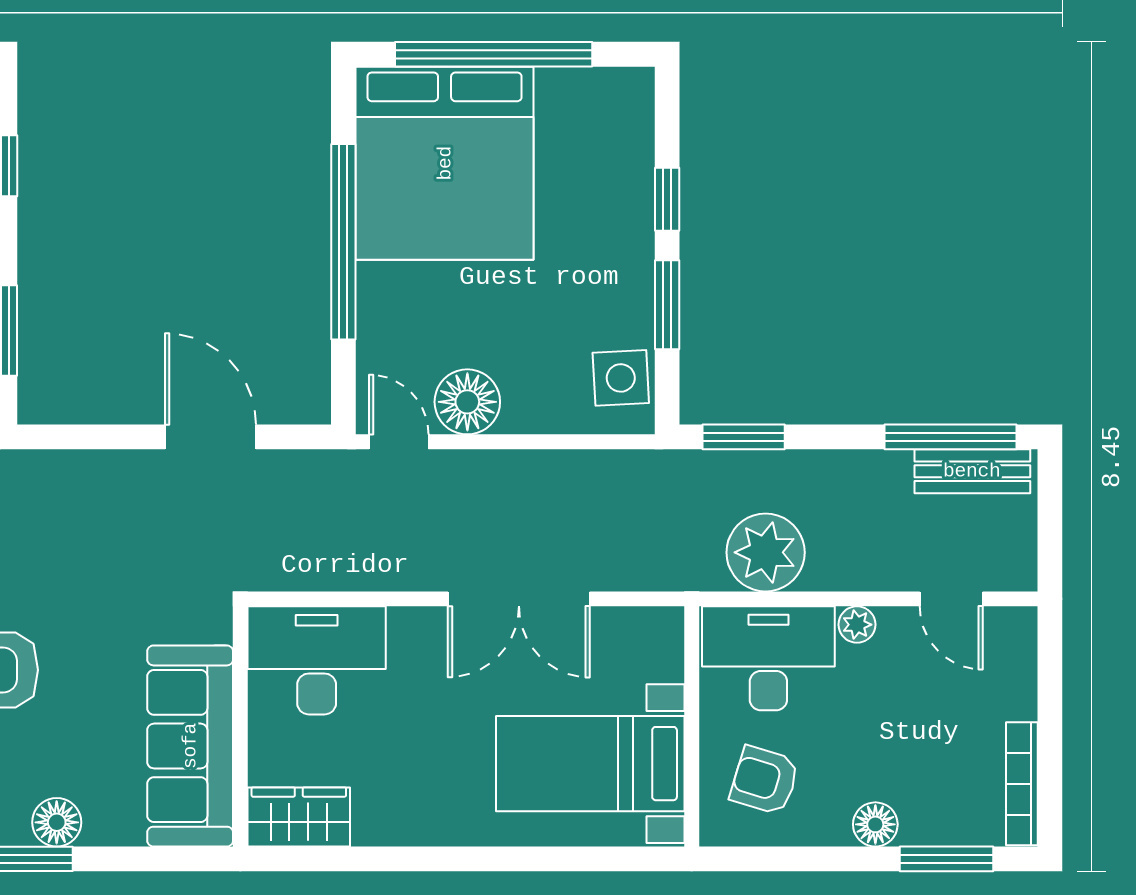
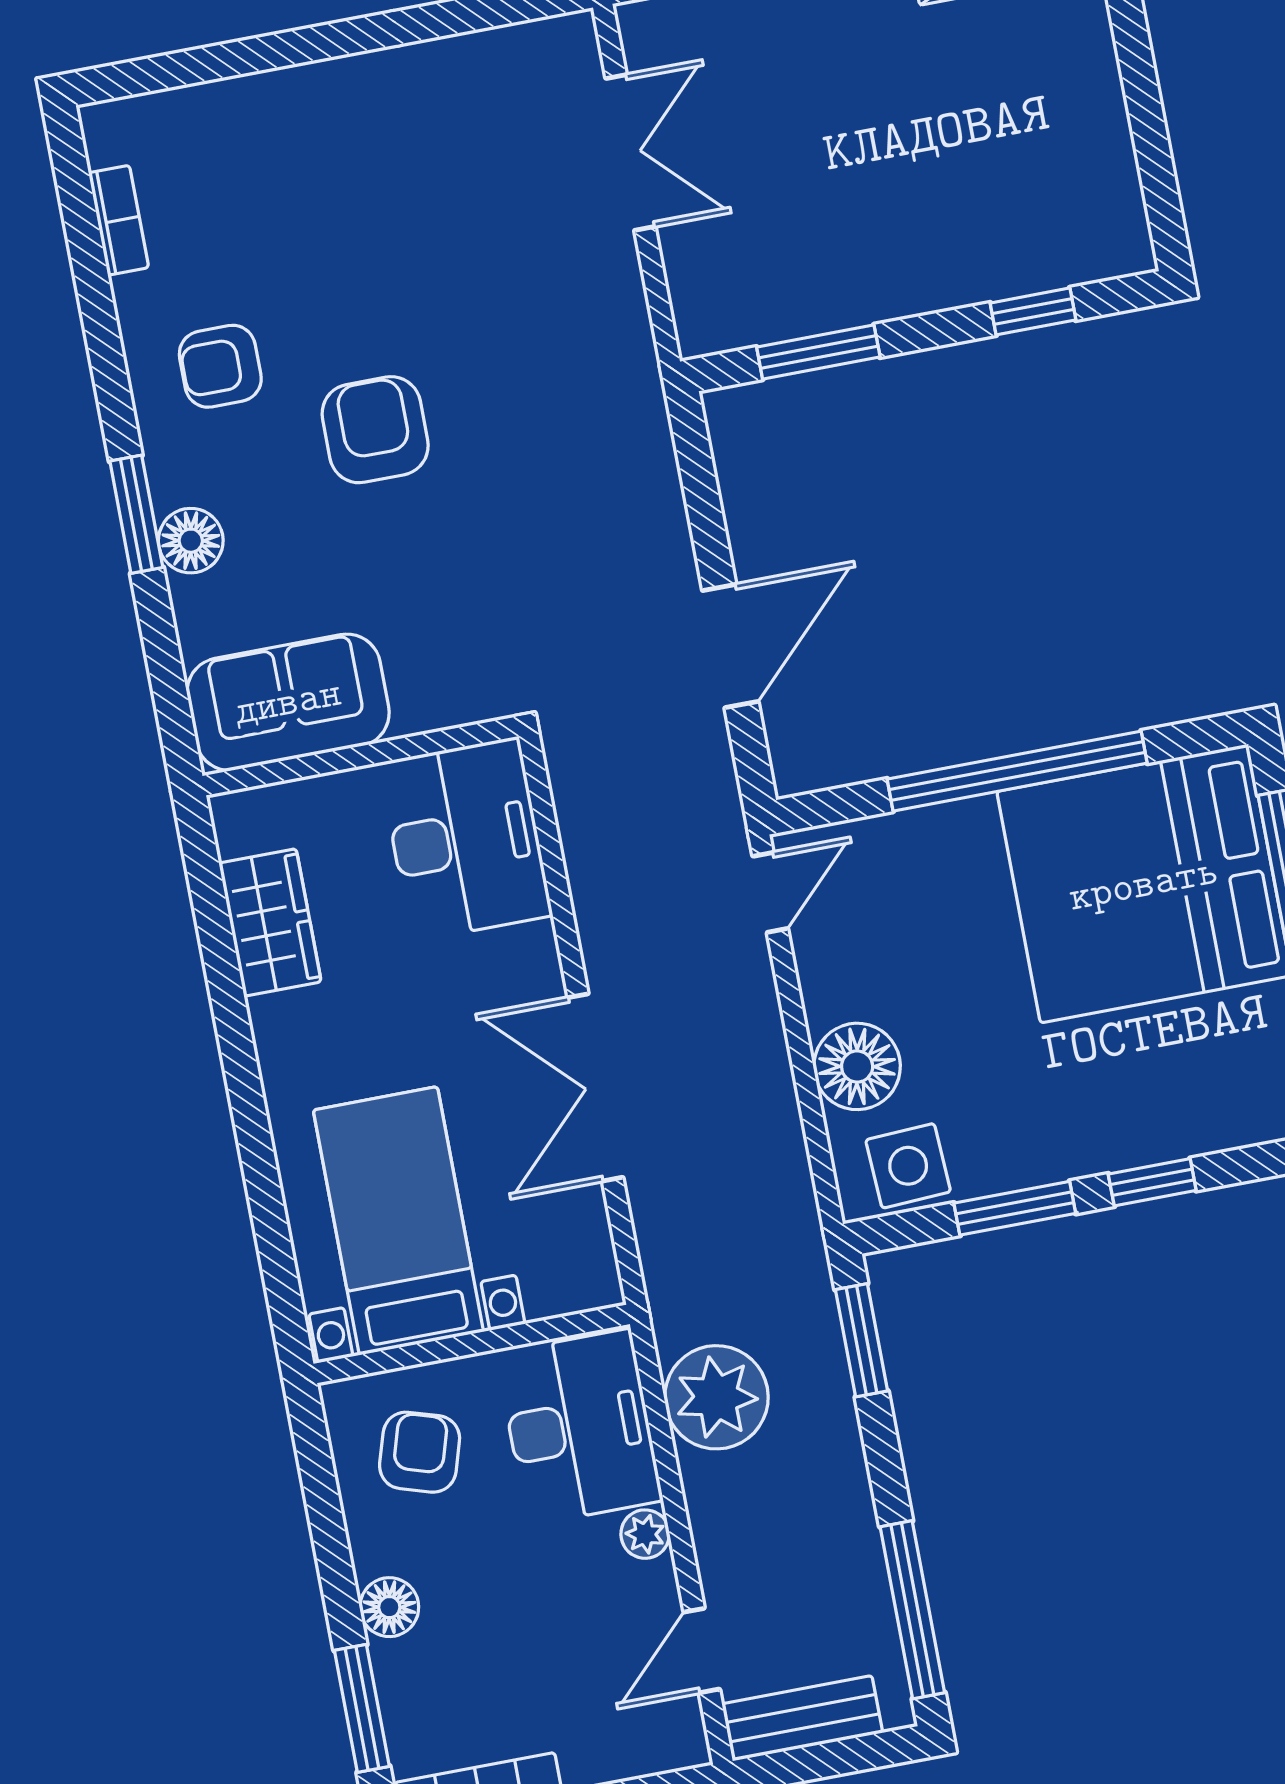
floor lamp: (467, 402) -> (857, 1066), moved
bench: (972, 471) -> (802, 1718), moved, turned 90
sofa: (190, 746) -> (288, 702), width x0.73
wardrobe: (299, 817) -> (270, 922), moved

